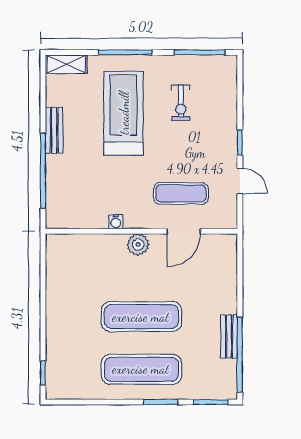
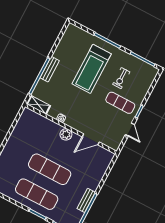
shelving: (66, 64) -> (39, 105), moved
treadmill: (124, 113) -> (92, 69), turned 180
bench: (54, 130) -> (50, 69), moved
exercise mat: (181, 193) -> (120, 103), moved

